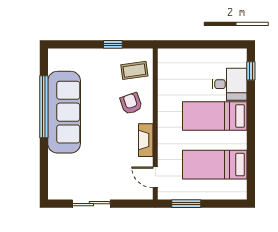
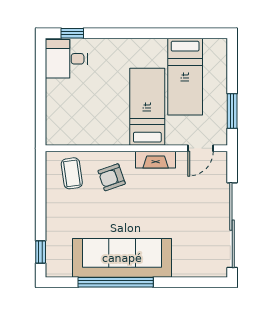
window: (113, 44) -> (41, 252), moved
desk: (229, 84) -> (66, 59), moved, turned -90
bed: (215, 116) -> (147, 107), moved, turned 180
sliding door: (91, 204) -> (232, 225), width x1.86

